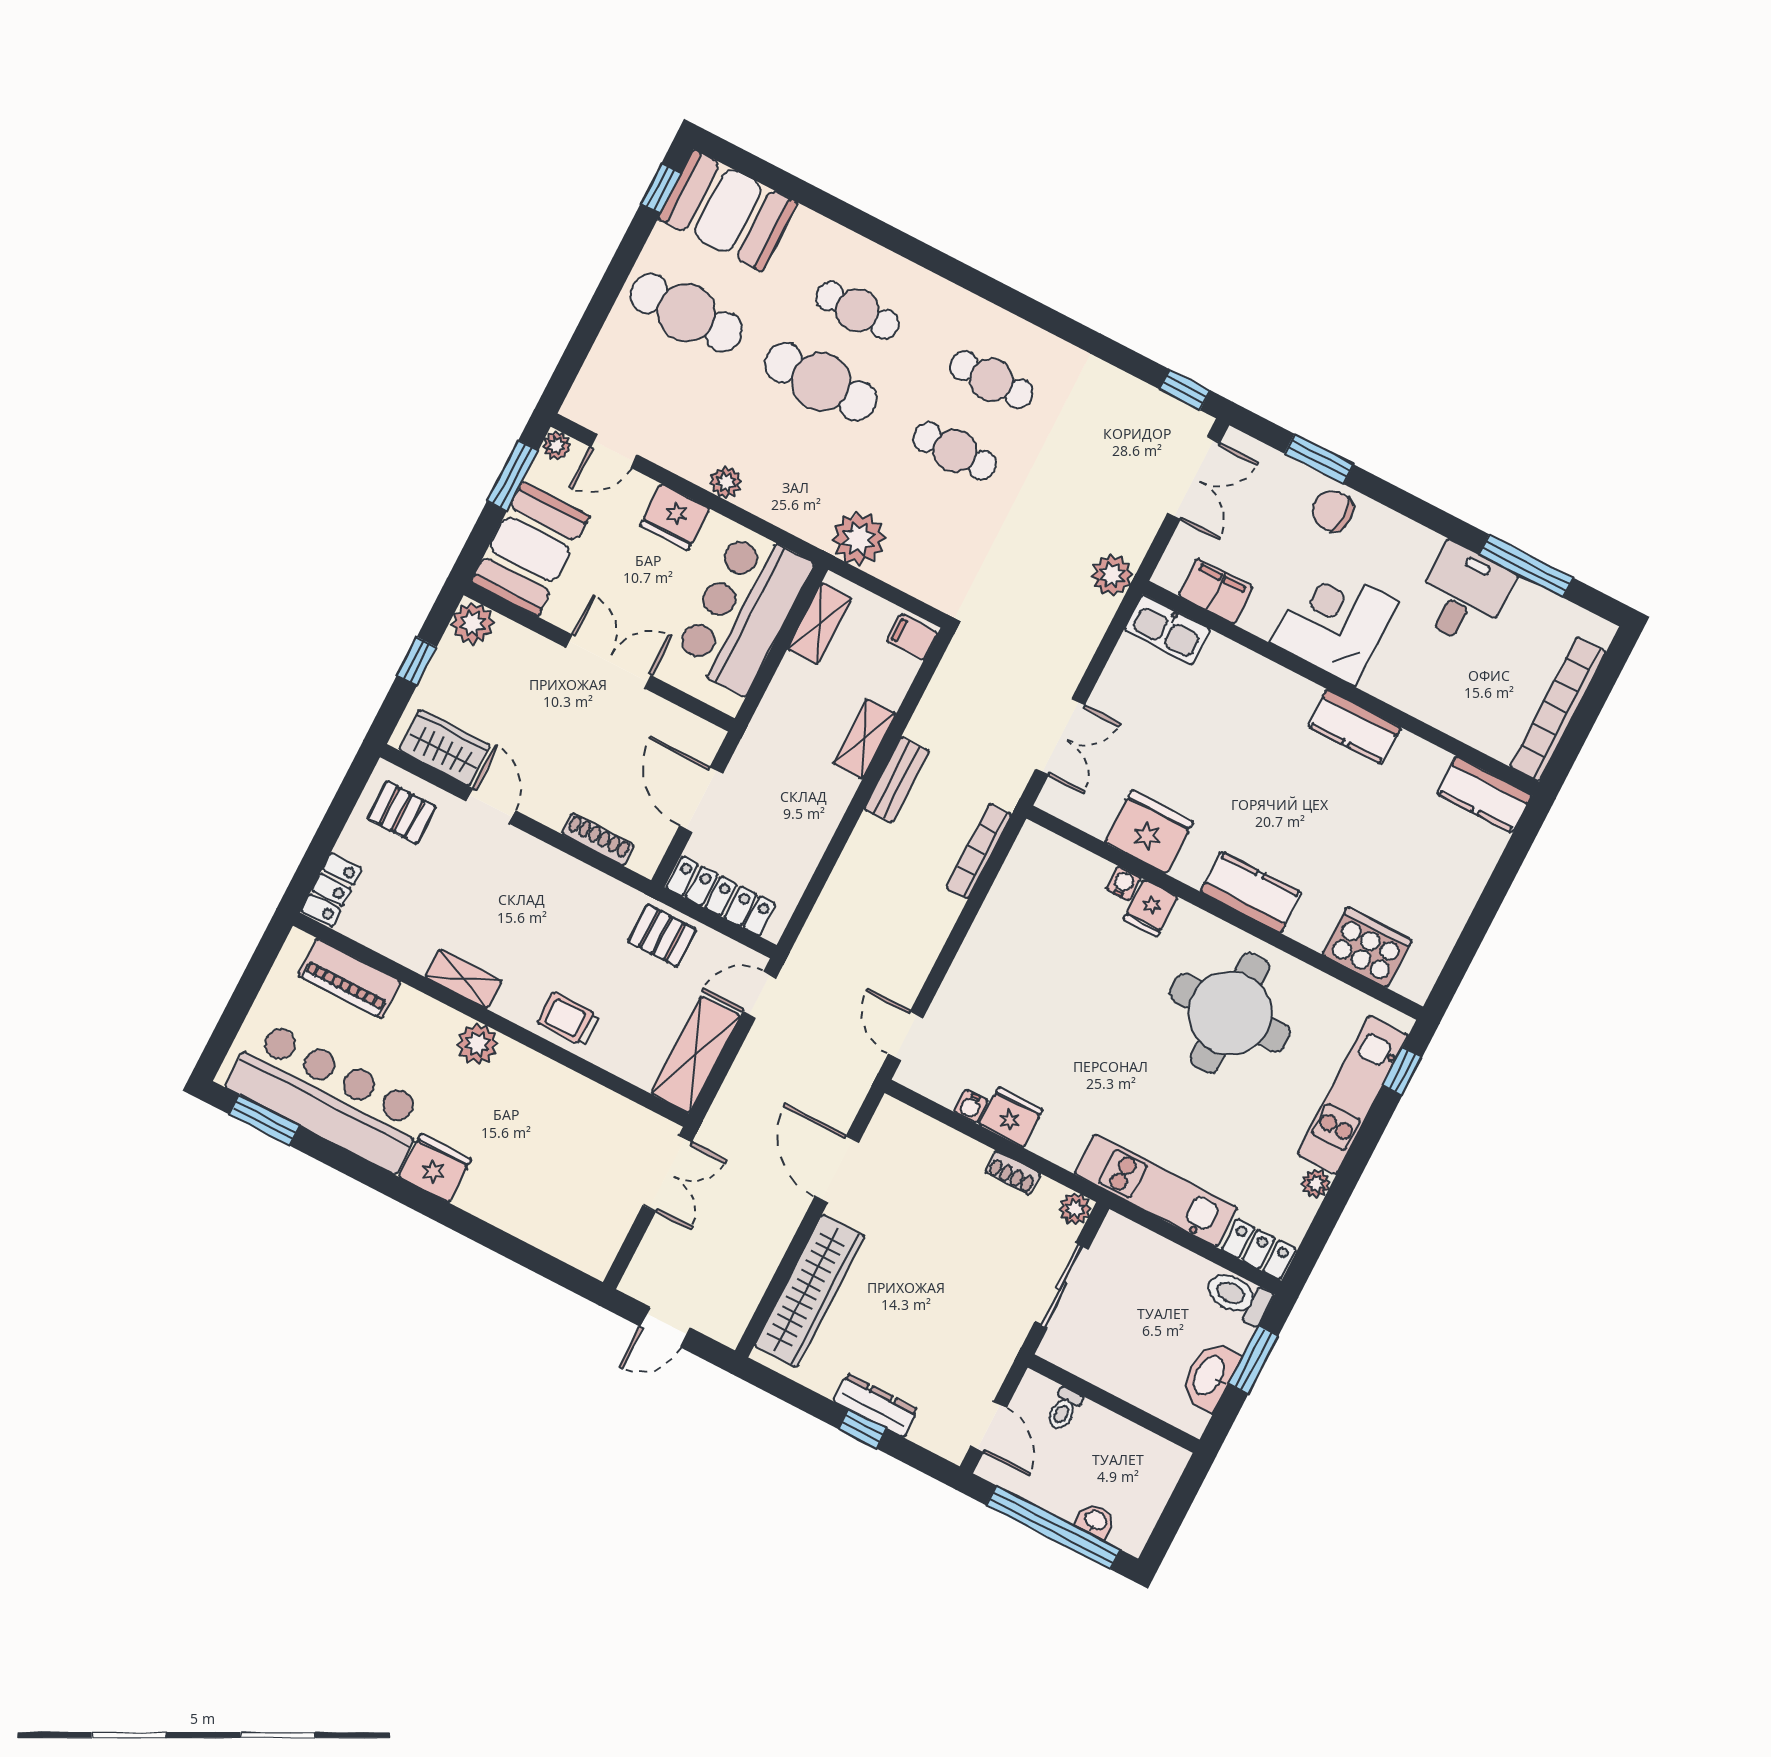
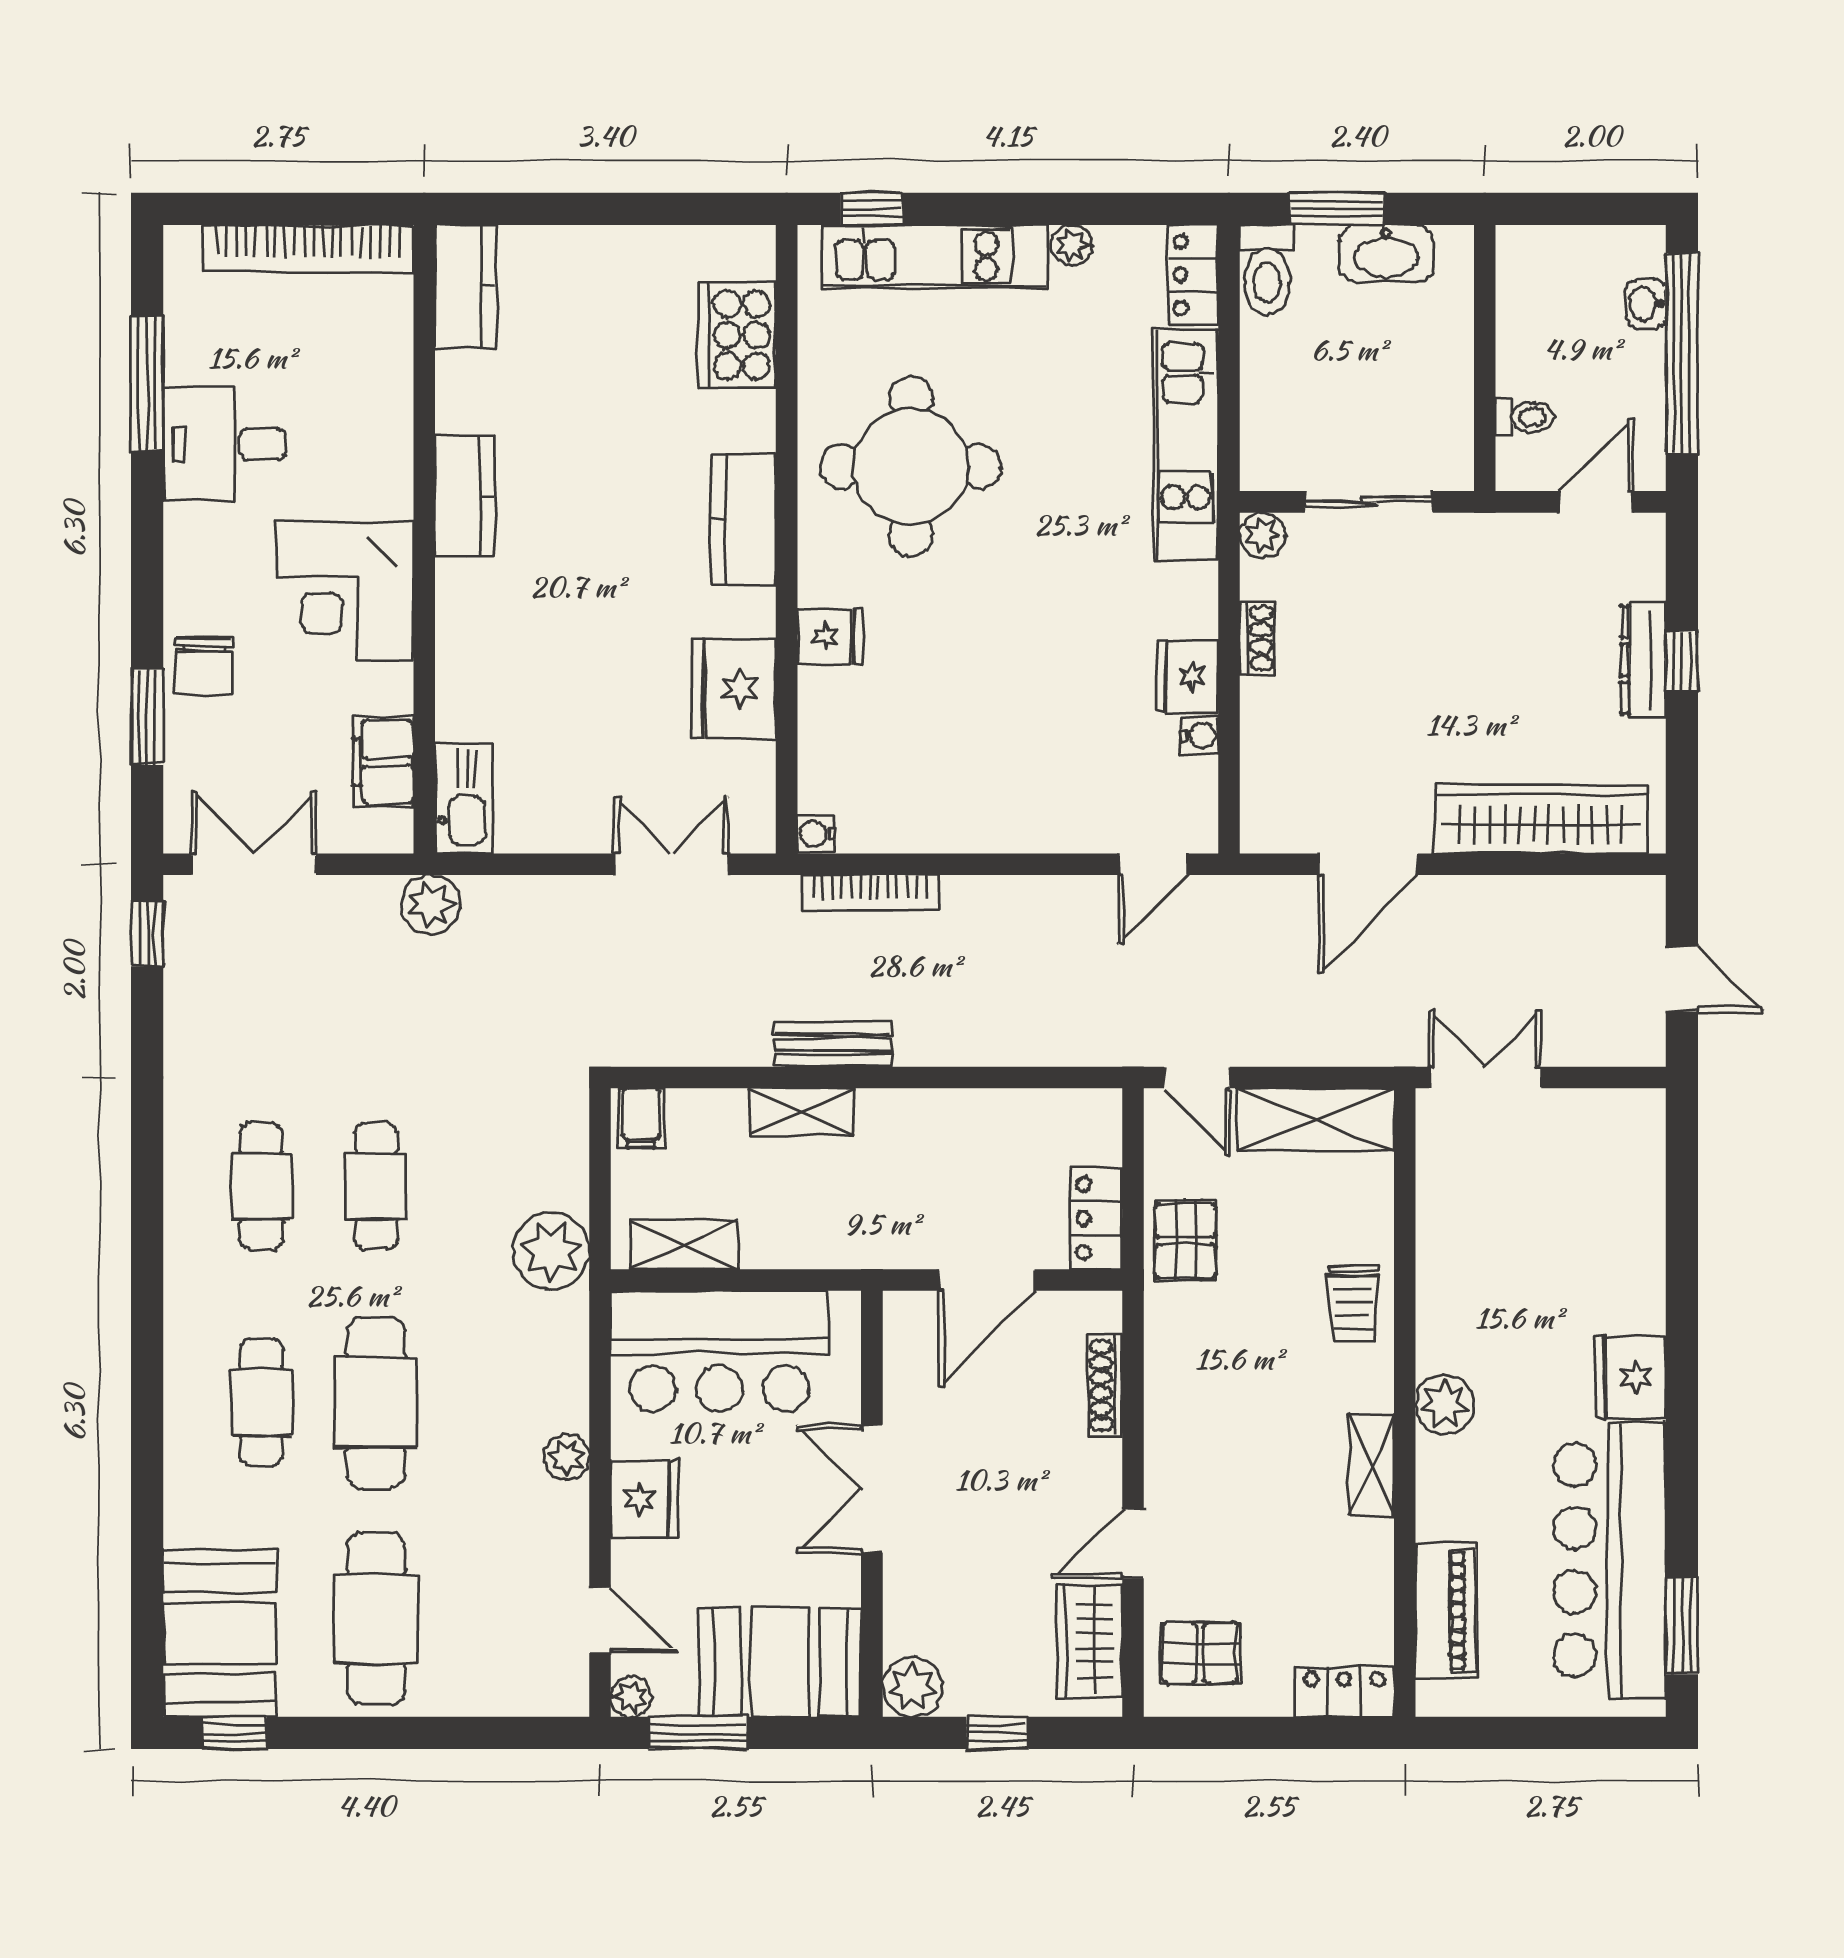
pallet: (402, 812) -> (1200, 1653), turned 90
water cooler: (1123, 884) -> (816, 834), moved
locker: (721, 896) -> (1097, 1218), width x0.66

